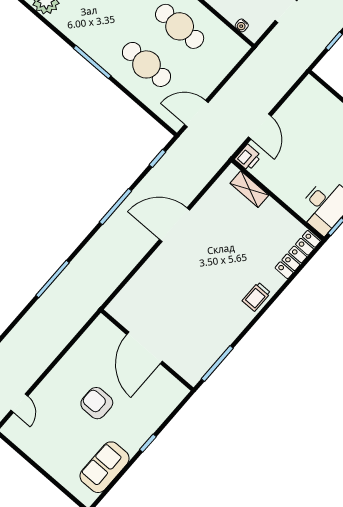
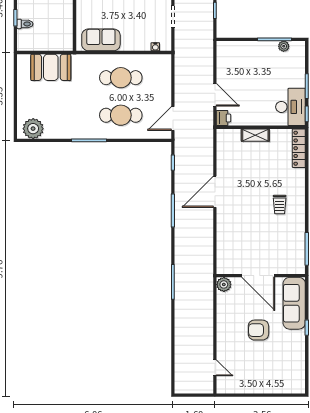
shelving: (249, 189) -> (255, 135), moved
trolley: (256, 297) -> (280, 205), moved
plant: (102, 326) -> (224, 284), added
sofa: (105, 467) -> (294, 303), moved, width x1.36

